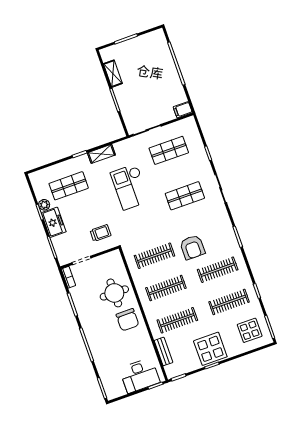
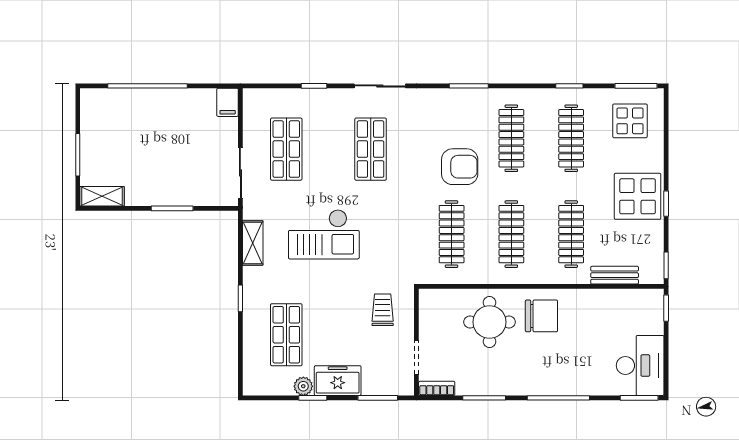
shelving: (113, 74) -> (102, 196), moved
shelving: (101, 154) -> (253, 243), moved
desk: (140, 375) -> (640, 365), moved

